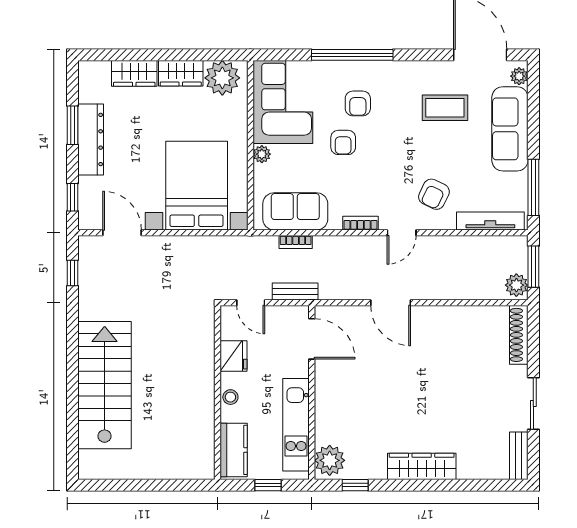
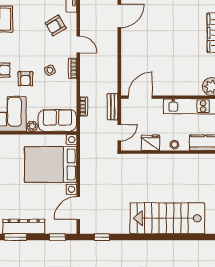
armchair: (343, 142) -> (25, 79), turned 90
side table: (358, 184) -> (50, 70), added
armchair: (434, 194) -> (56, 26), turned 123
sofa: (295, 211) -> (57, 120), moved, turned 90
door: (391, 303) -> (119, 16), moved

